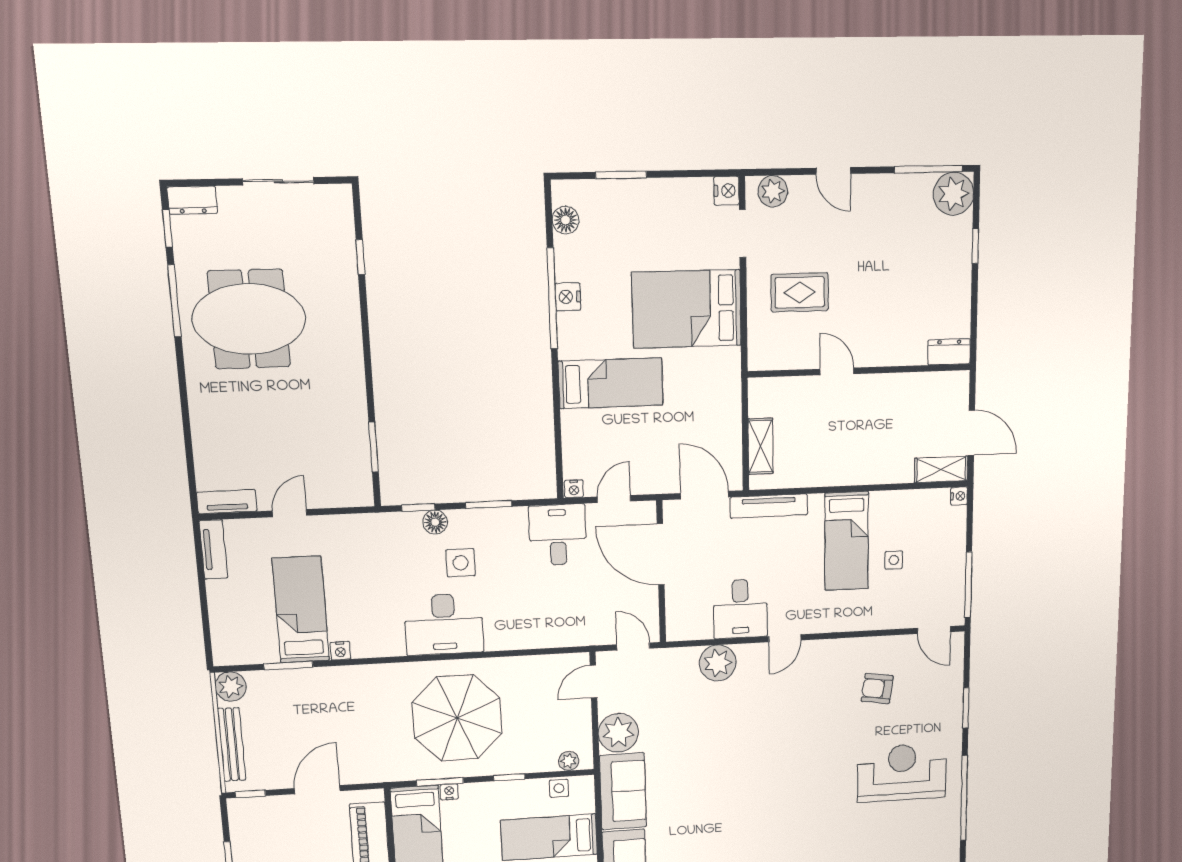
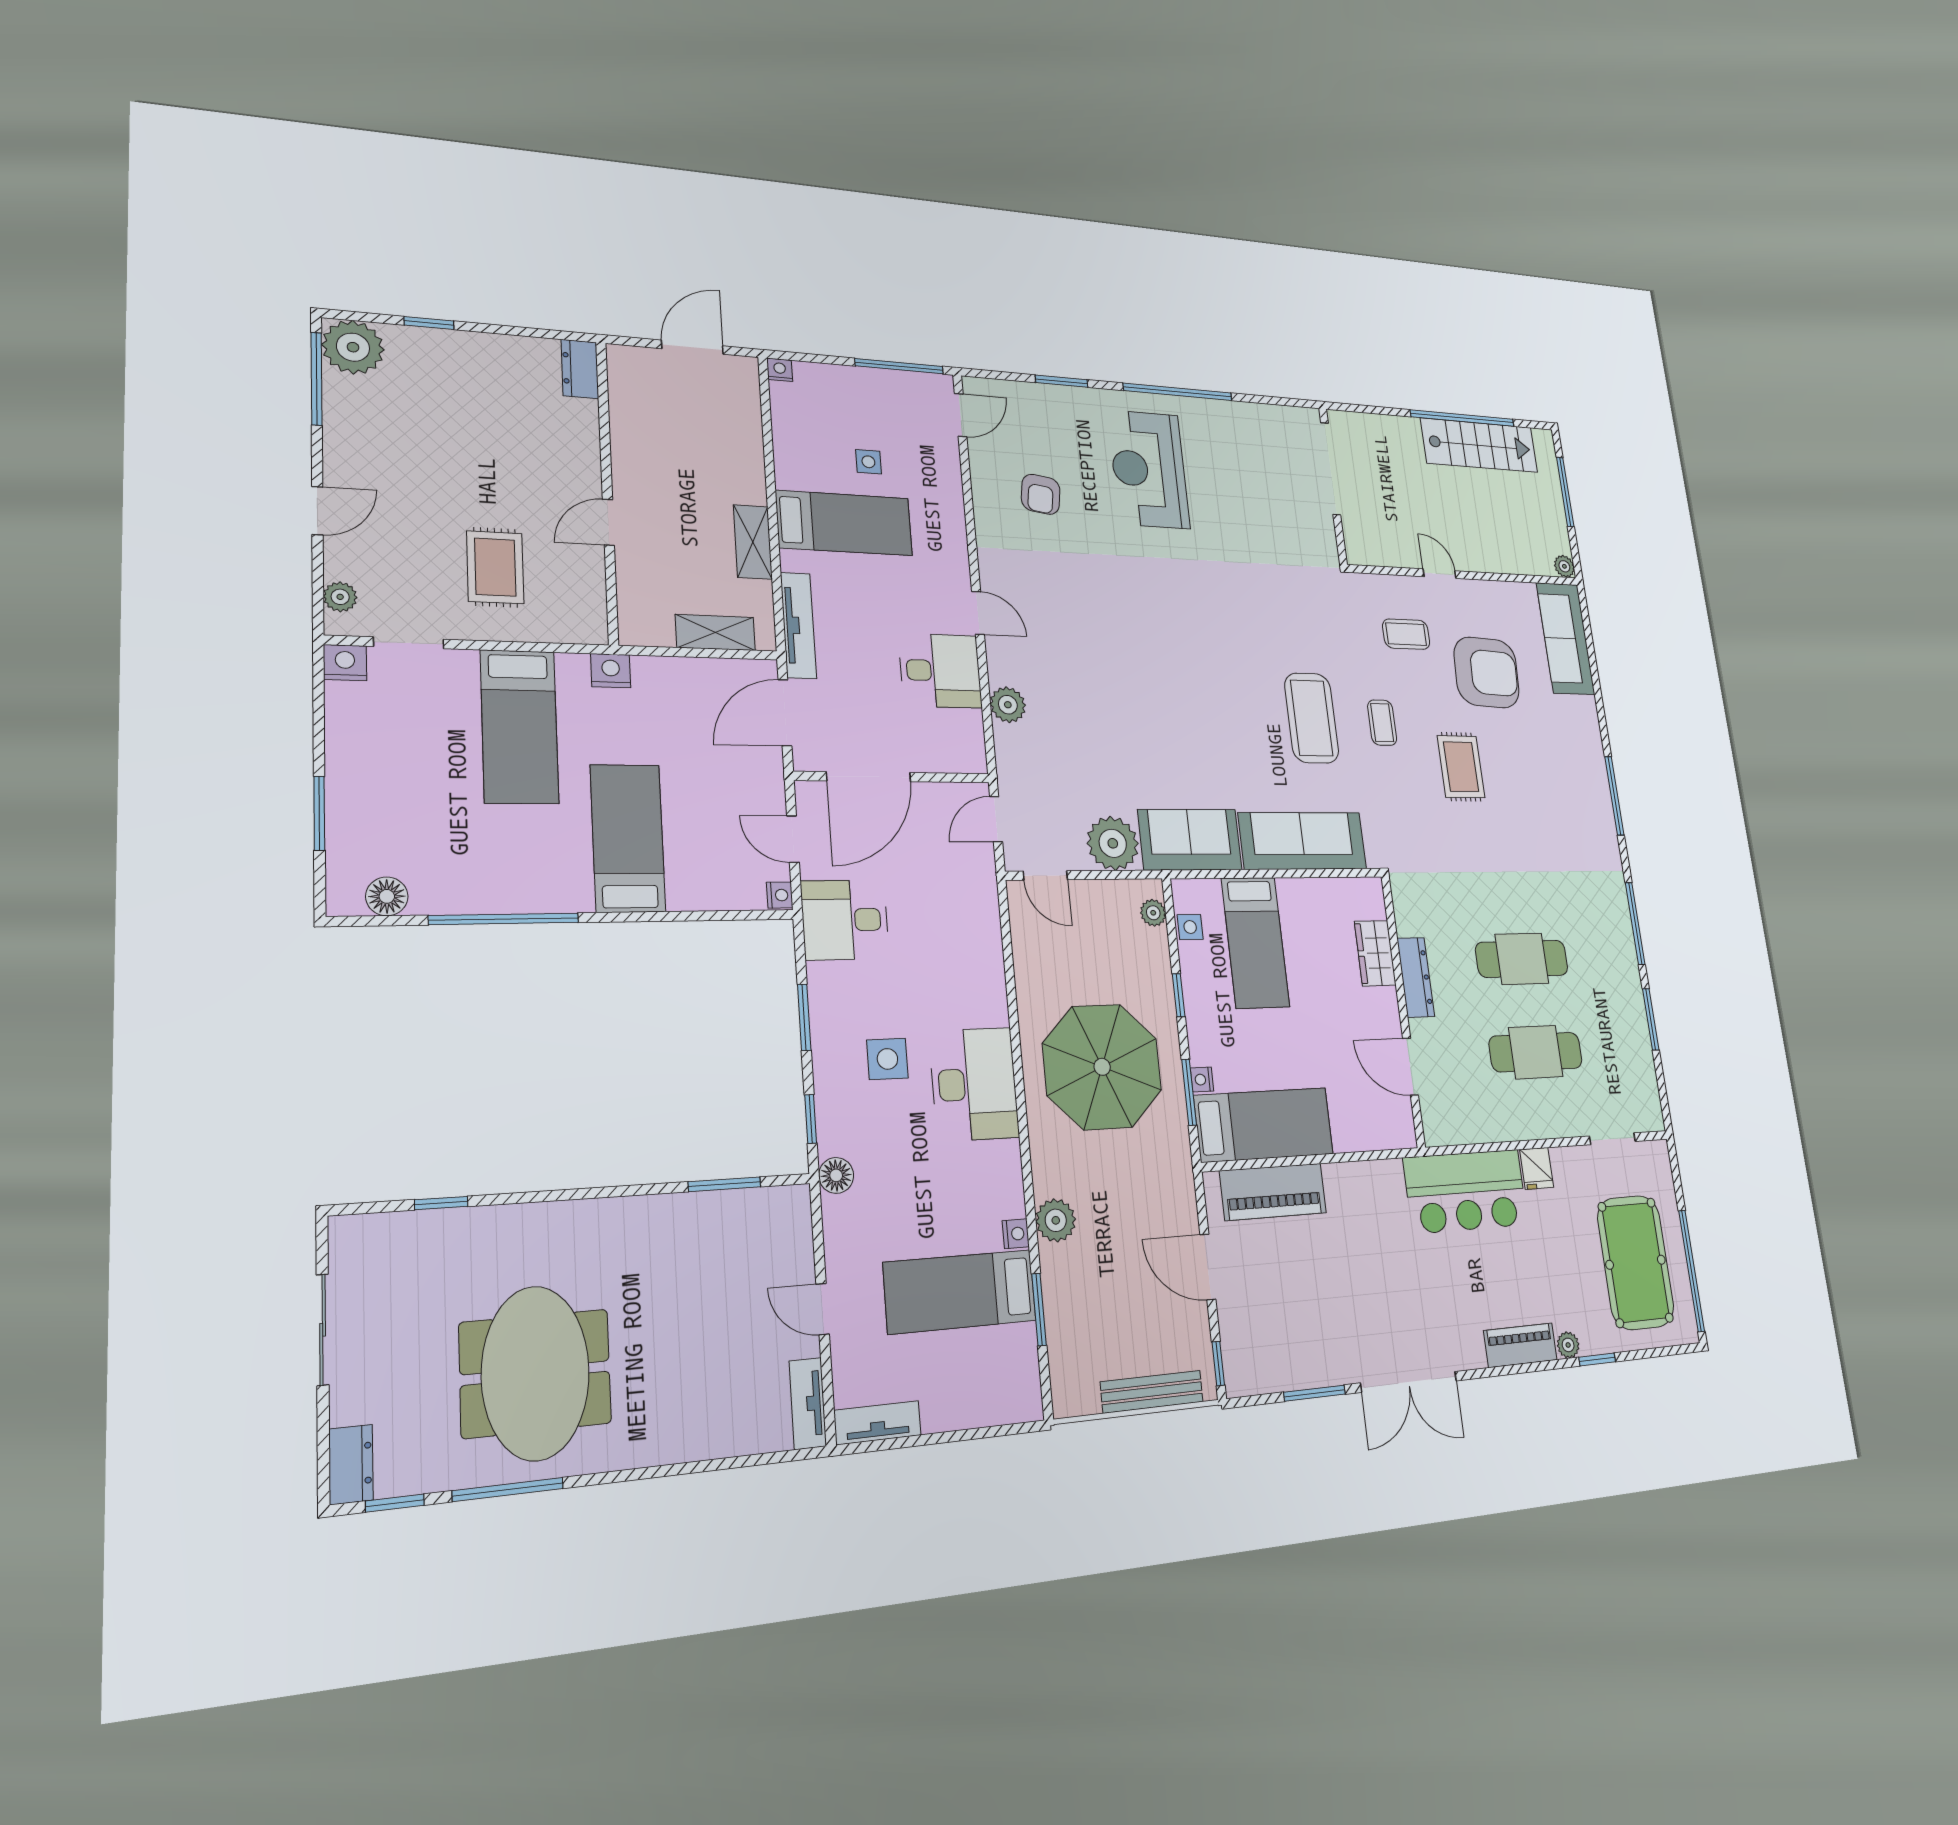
plant: (773, 191) -> (340, 597), width x0.73, depth x0.73
nightstand: (568, 297) -> (611, 671), moved, turned 180
bed: (687, 309) -> (519, 727), width x0.67
shelving: (941, 469) -> (753, 542), moved
floor lamp: (435, 522) -> (836, 1175), moved
plant: (718, 663) -> (1008, 705), width x0.73, depth x0.73
plant: (231, 687) -> (1056, 1220), moved

